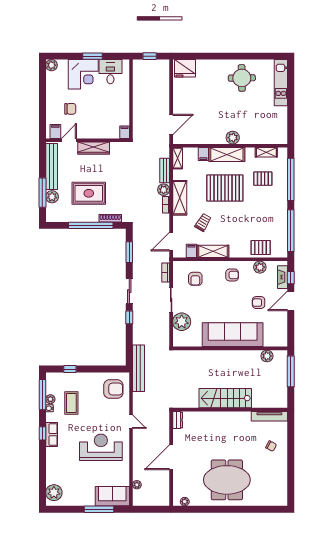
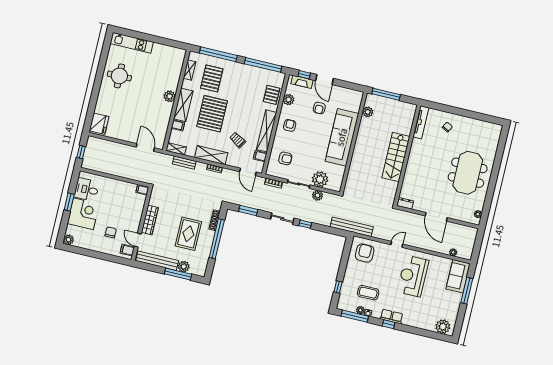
pallet: (263, 179) -> (212, 78), width x1.50, depth x1.42
plant: (164, 190) -> (318, 195), moved
shelving: (213, 251) -> (267, 131), width x1.47

